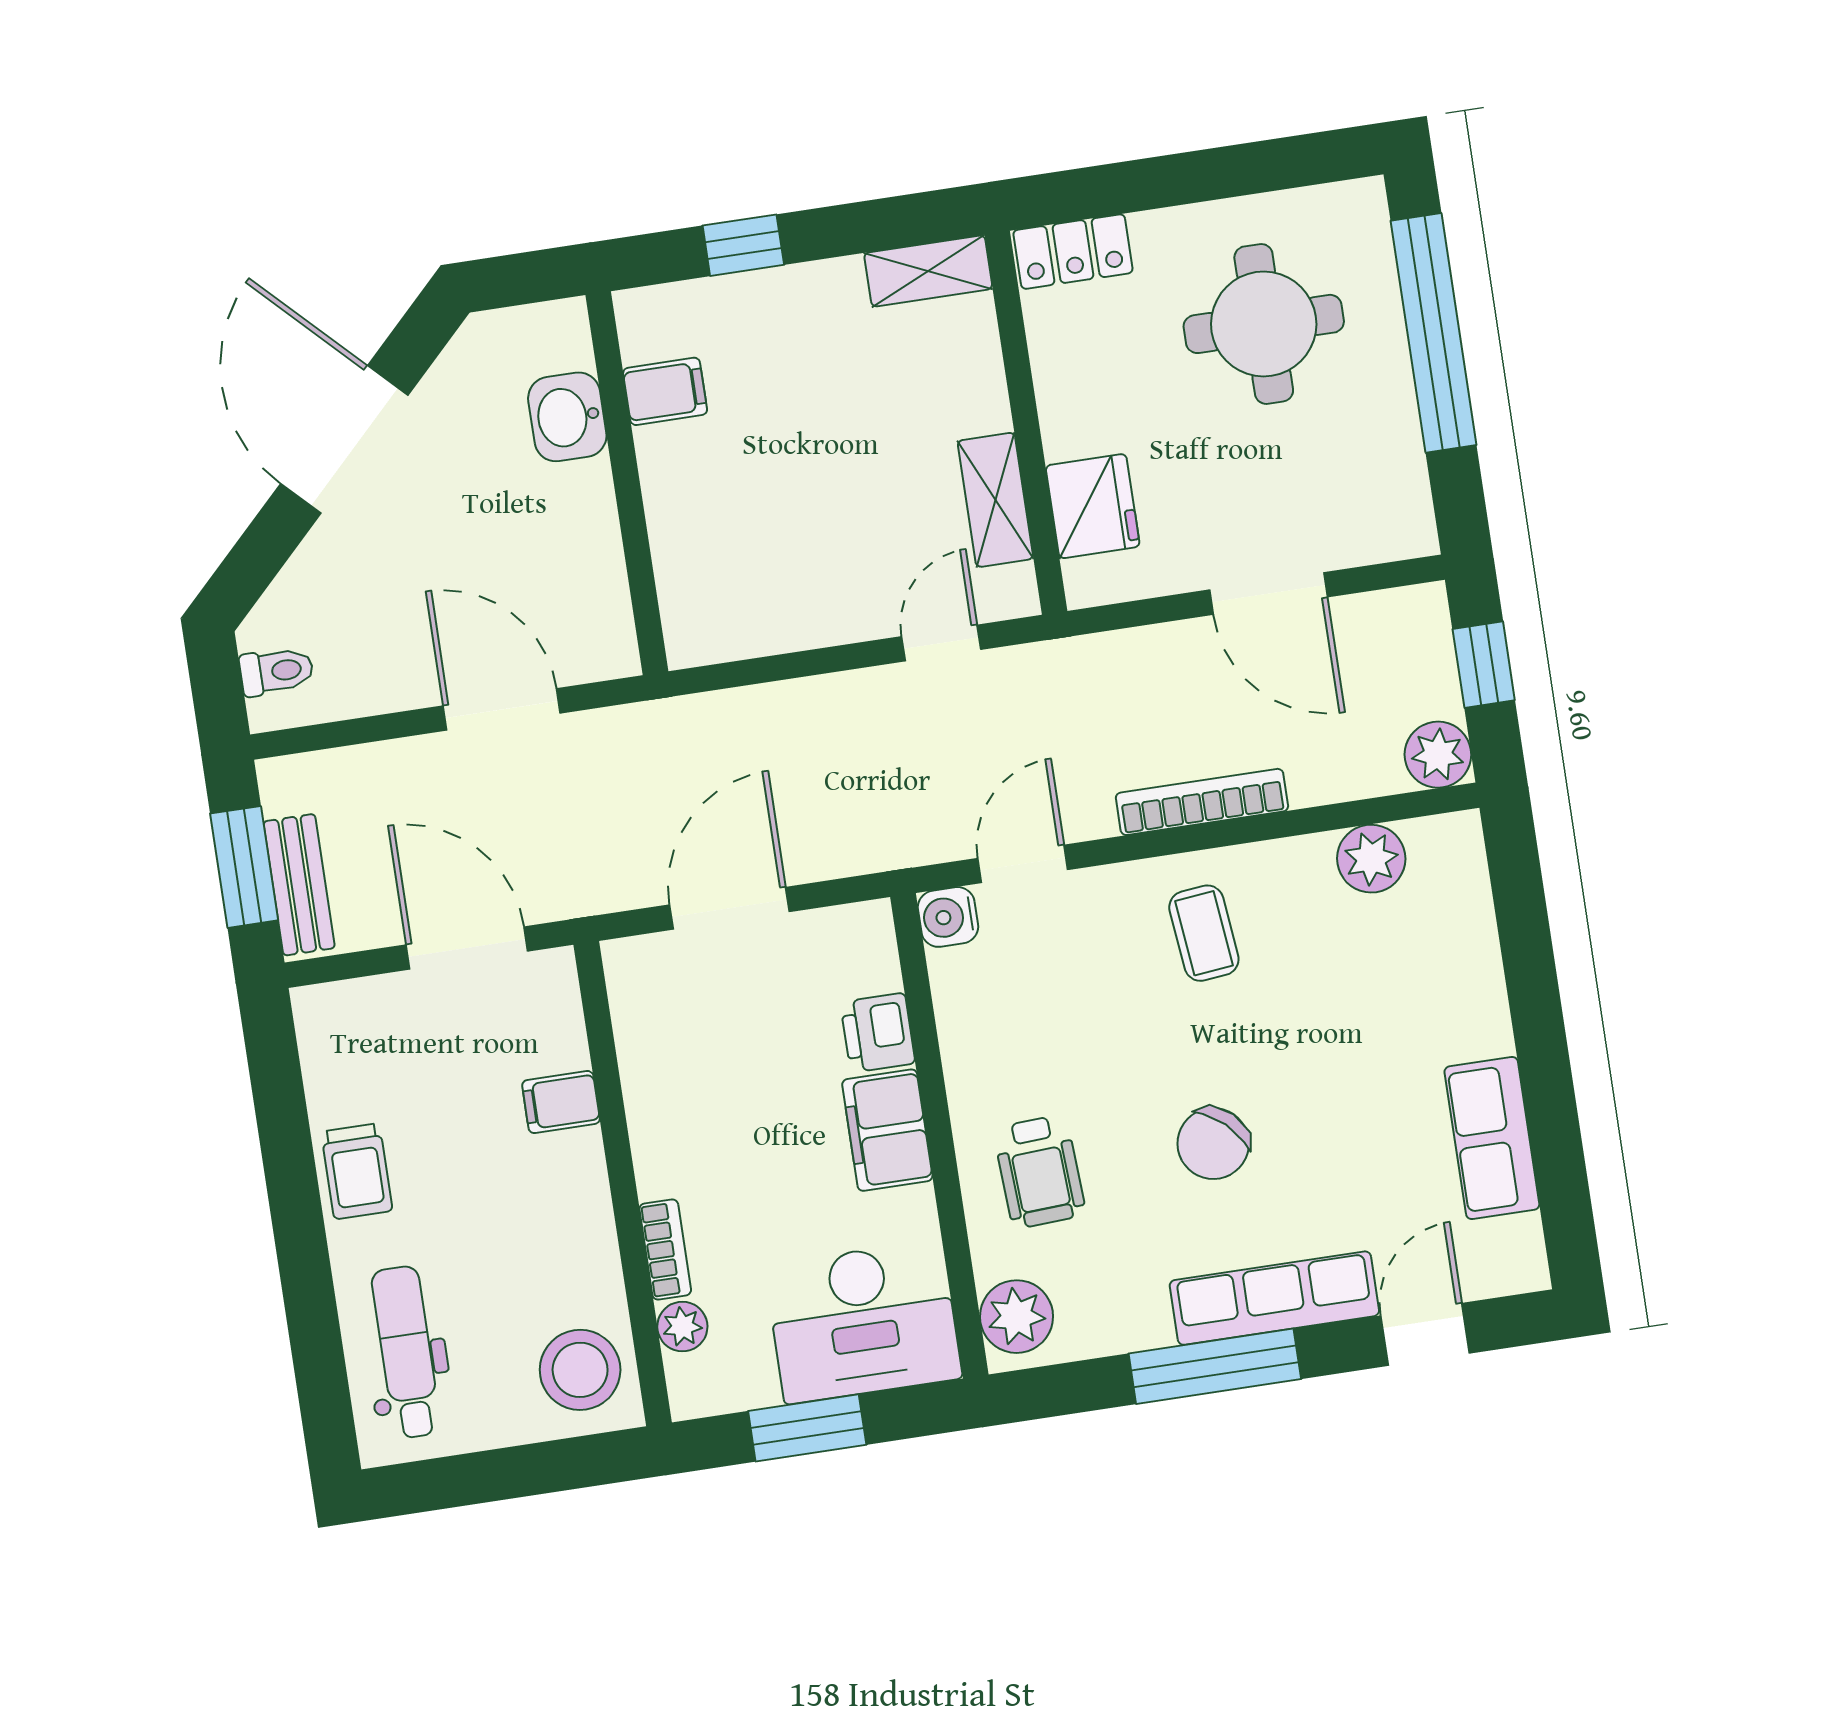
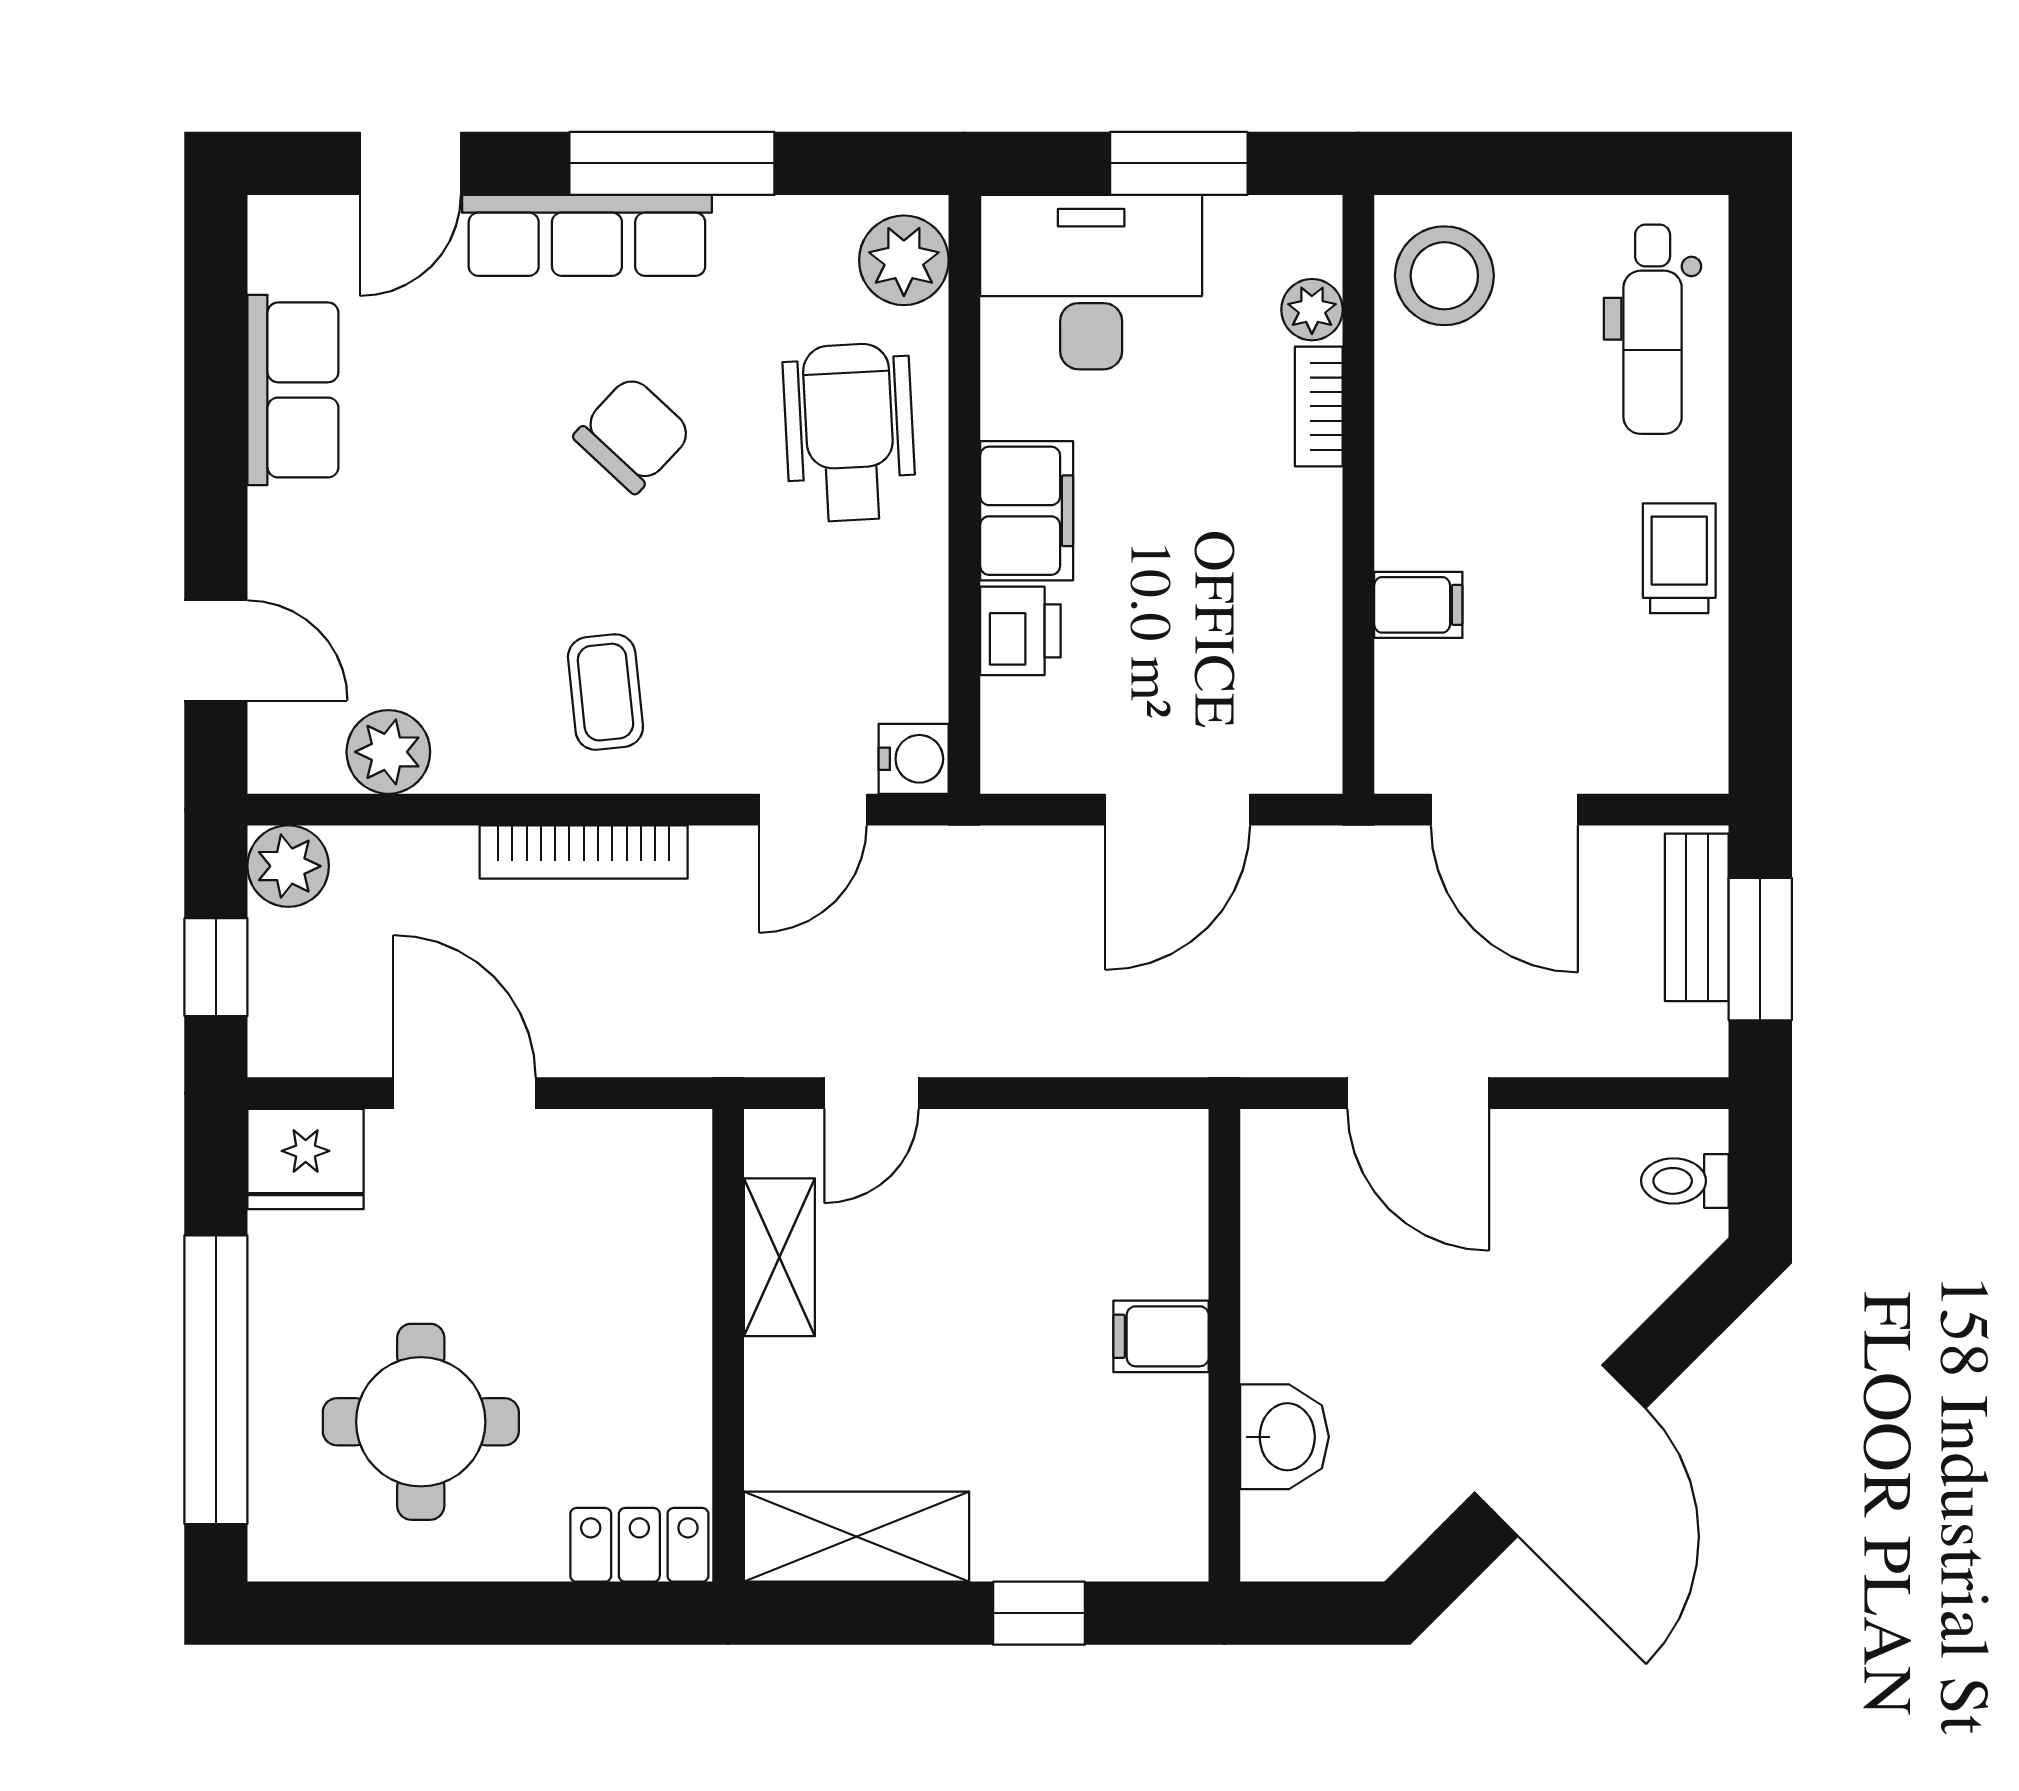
shelving: (928, 271) -> (856, 1537), width x1.50, depth x1.33
filing cabinet: (665, 391) -> (1161, 1336), moved
fridge: (1093, 506) -> (306, 1159), moved, turned -90
door: (1522, 919) -> (216, 651), added
wheelchair: (1039, 1172) -> (849, 432), width x1.36, depth x1.37

